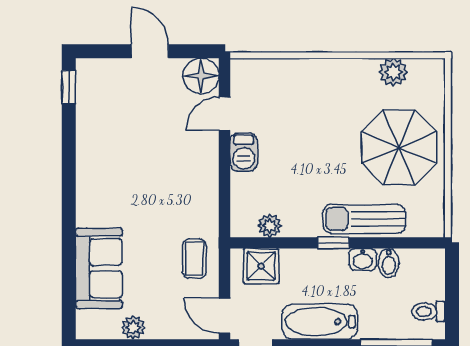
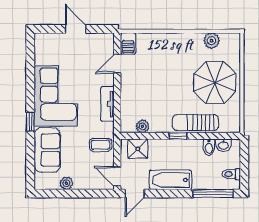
floor lamp: (201, 76) -> (104, 43), removed
window: (69, 87) -> (30, 122), moved
barbecue: (244, 152) -> (128, 43), moved
corner sofa: (114, 172) -> (56, 96), added
tv unit: (207, 186) -> (108, 104), added
coffee table: (194, 259) -> (100, 145), turned 90
washbasin: (363, 259) -> (223, 145), moved

